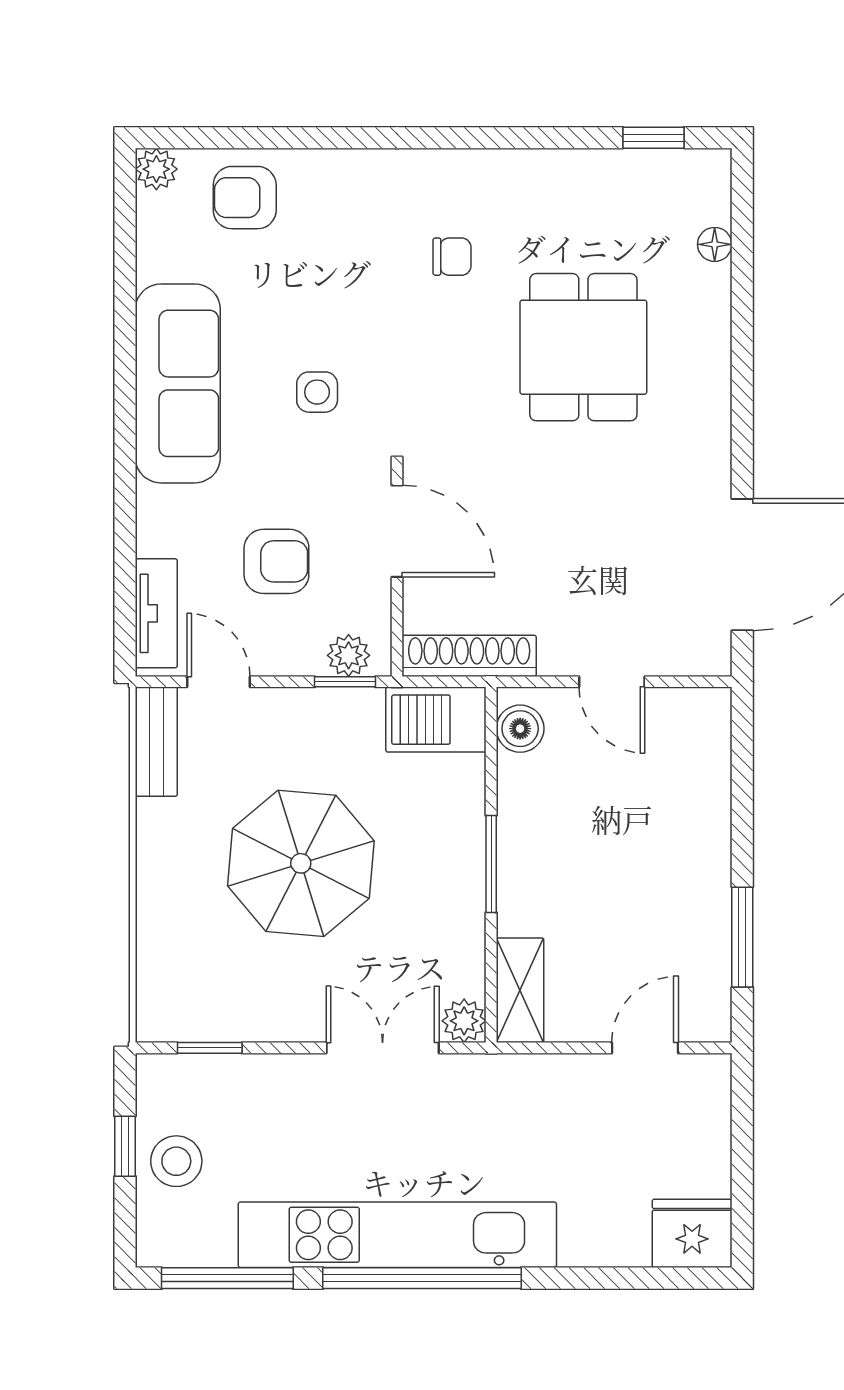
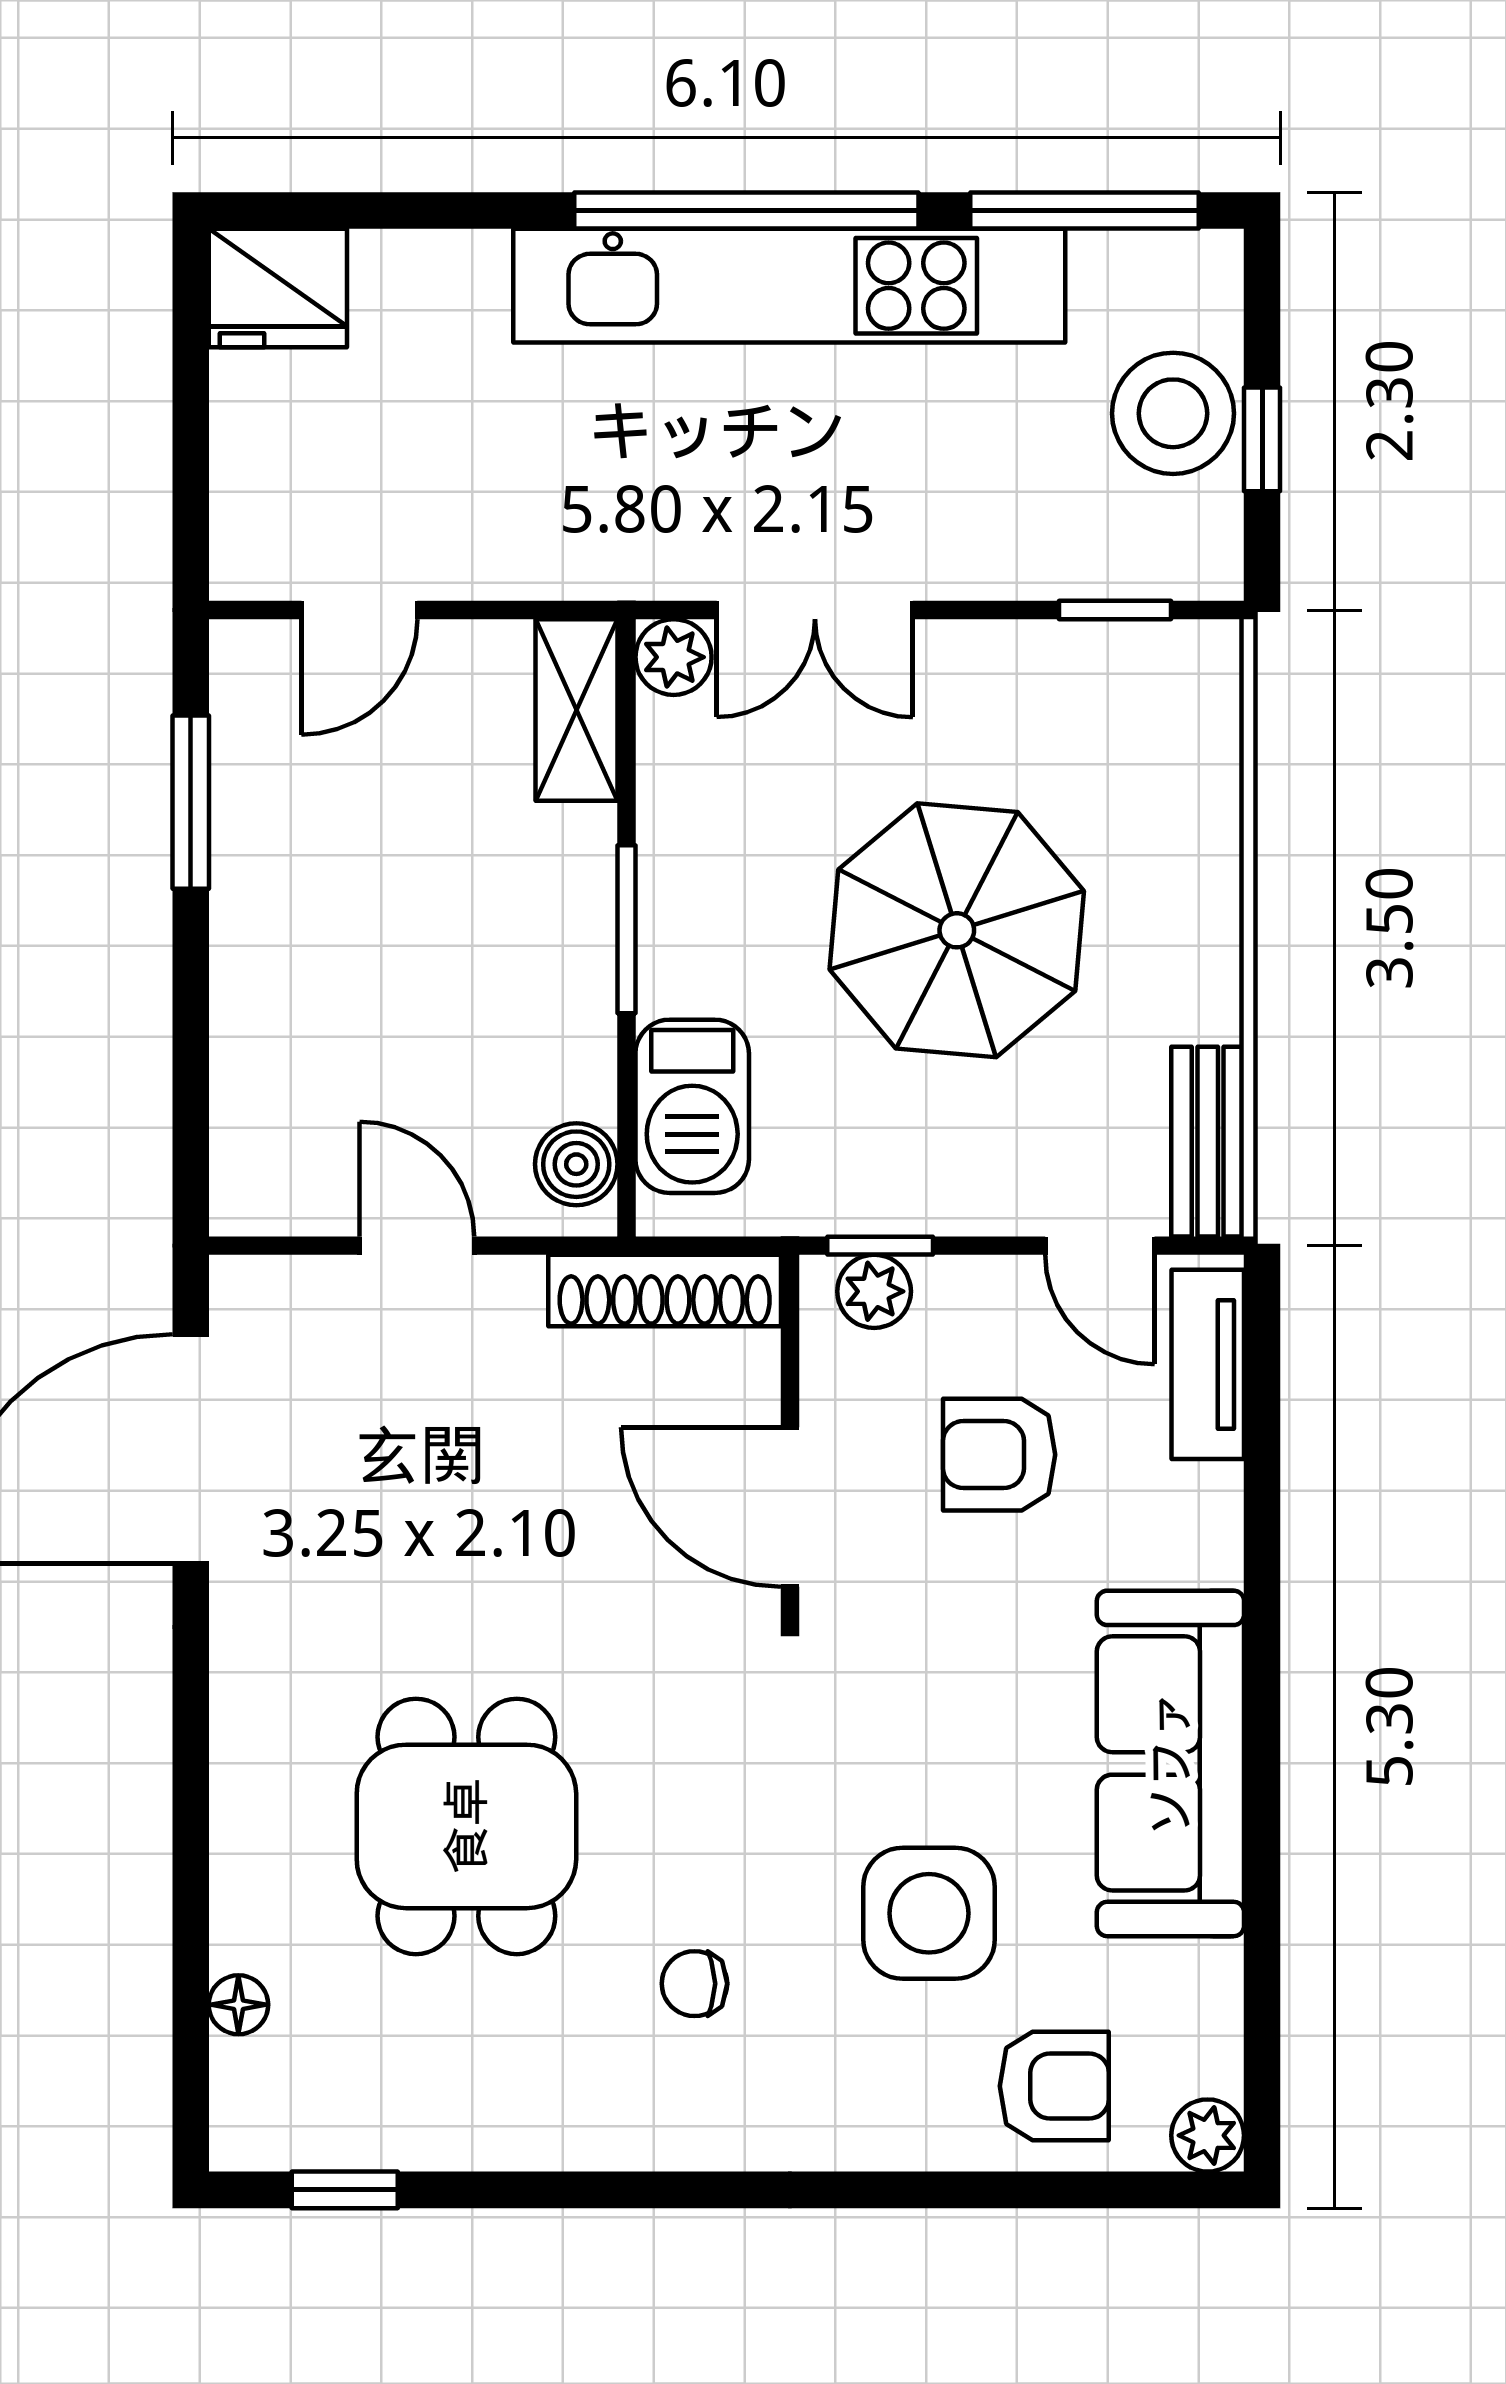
side table: (317, 392) -> (929, 1913), moved, width x1.87, depth x1.87
barbecue: (436, 720) -> (692, 1106), moved, turned 90
stool: (176, 1161) -> (1173, 413), width x1.38, depth x1.38

